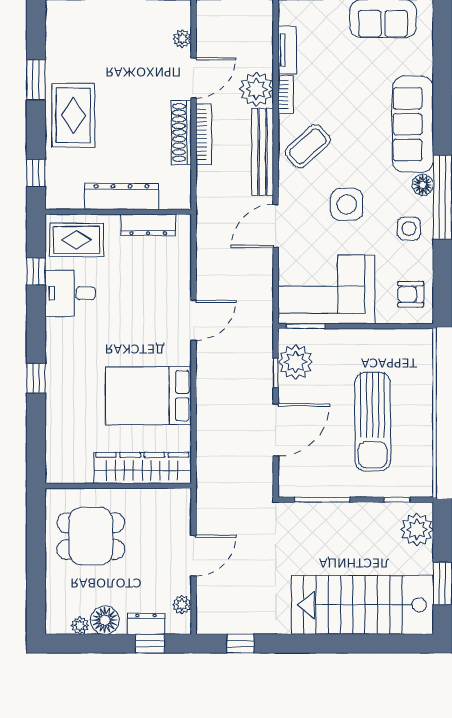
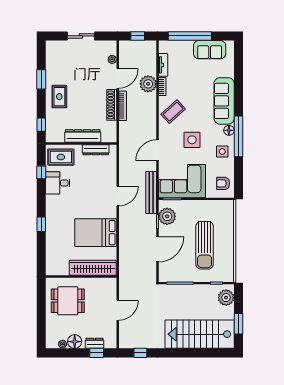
rug: (73, 115) -> (59, 97), width x0.73, depth x0.70
bench: (263, 152) -> (151, 192), moved
plant: (182, 605) -> (112, 334), removed

